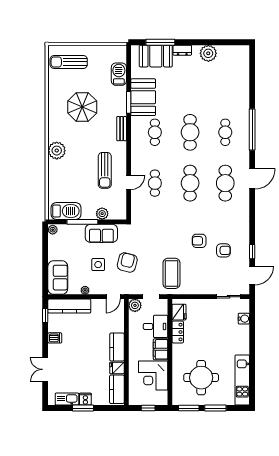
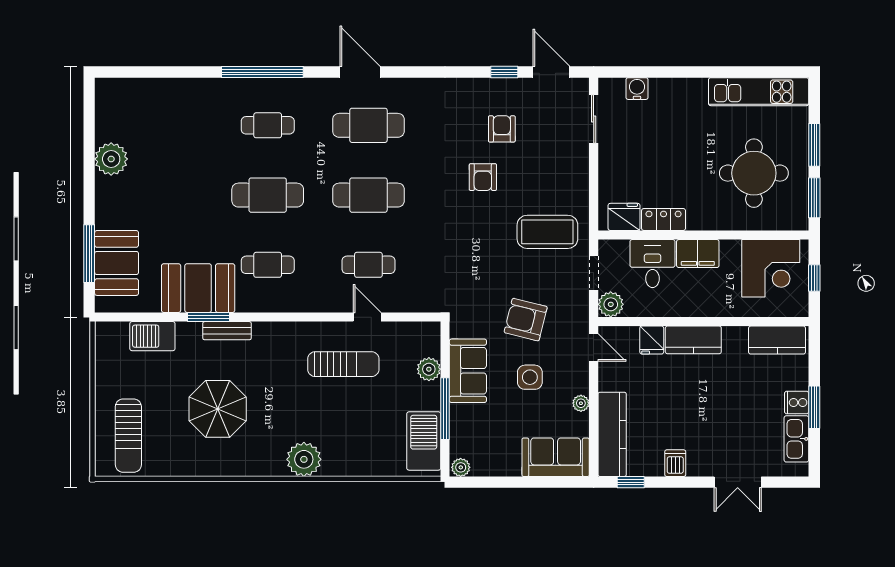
dresser: (182, 50) -> (105, 210), removed
bench: (122, 129) -> (227, 331), moved
fridge: (117, 368) -> (652, 340), moved
corner desk: (153, 375) -> (771, 268), moved

